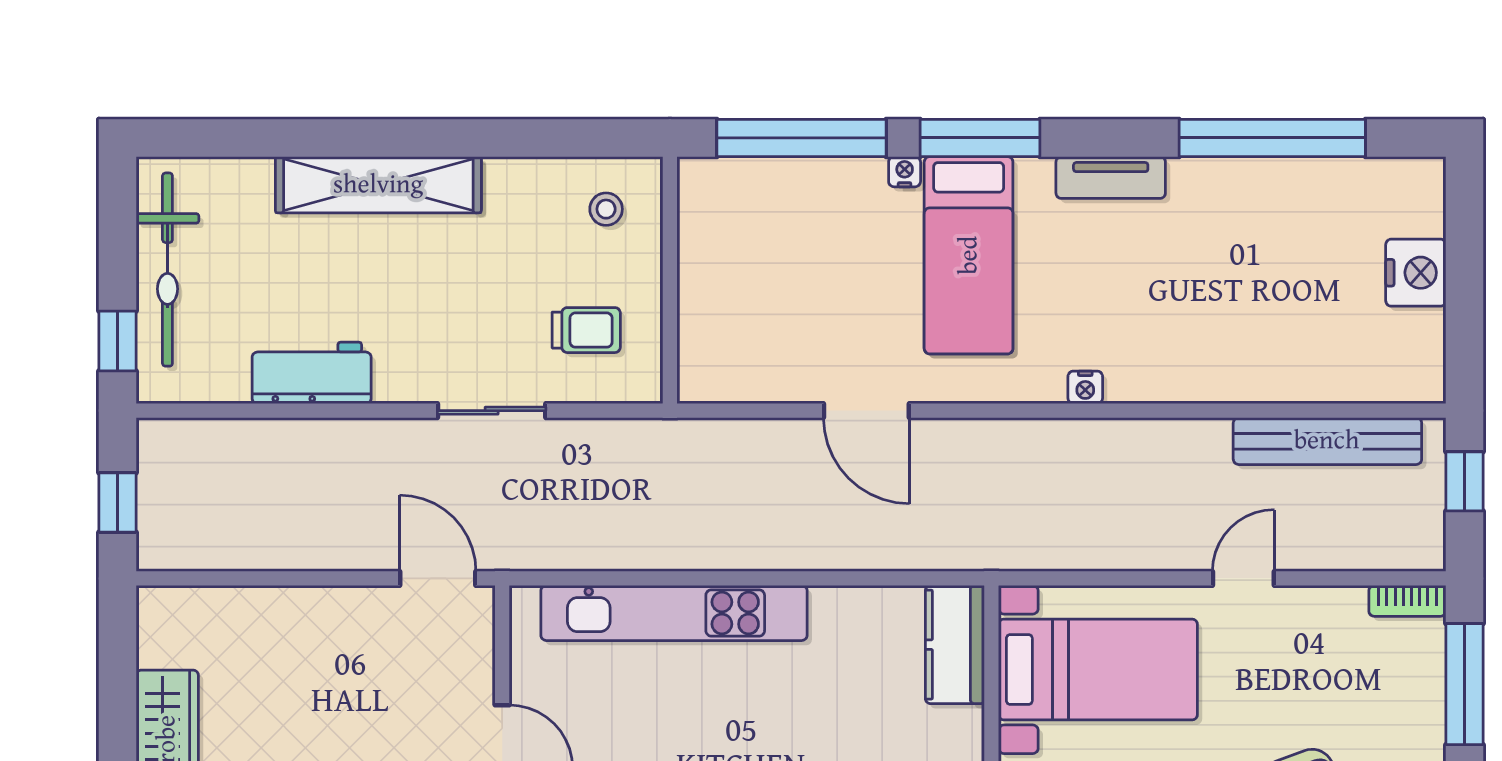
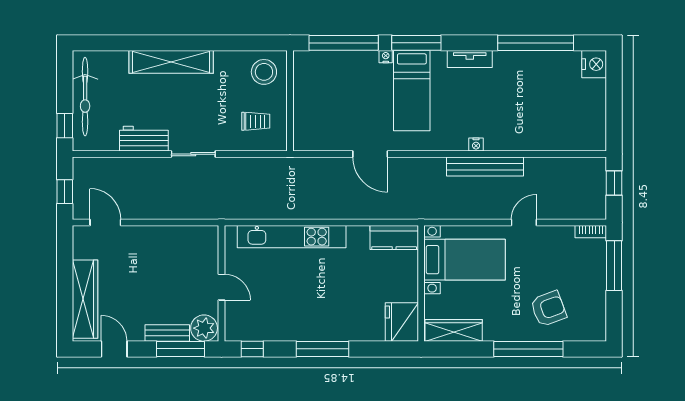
stool: (606, 209) -> (264, 72), width x1.89, depth x1.89
nightstand: (1416, 273) -> (594, 64), moved
nightstand: (1085, 387) -> (476, 145), moved
sliding door: (492, 411) -> (193, 154), moved
bench: (1327, 441) -> (485, 167), moved
door: (438, 578) -> (105, 223), moved
kitchen counter: (955, 645) -> (394, 237), moved, turned -90

